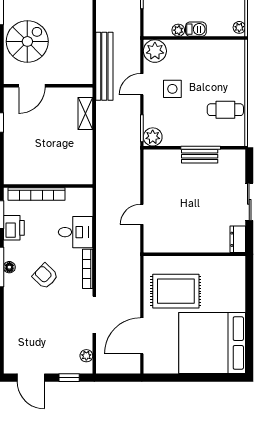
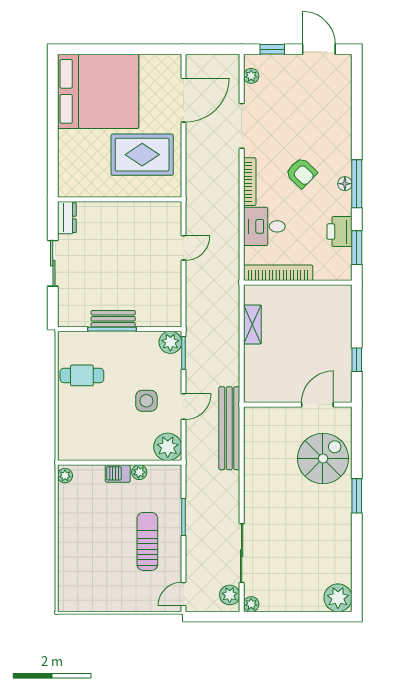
spiral stairs: (27, 41) -> (323, 458), turned 180
shelving: (85, 113) -> (252, 324), moved
bookcase: (36, 194) -> (278, 273), moved

